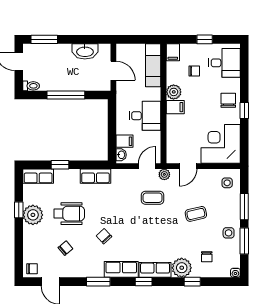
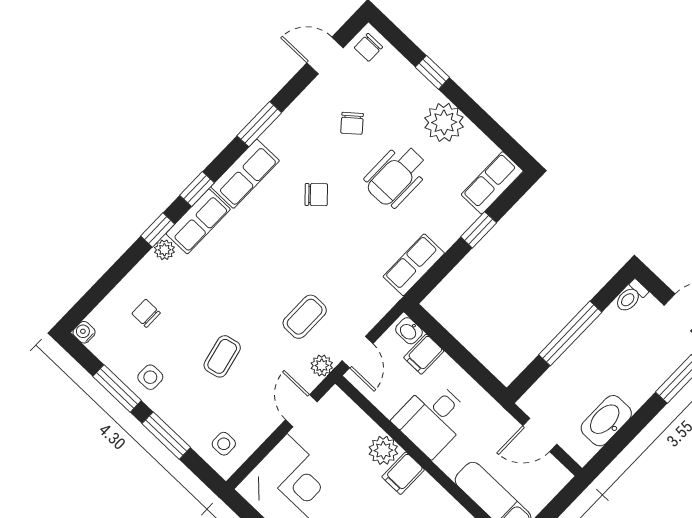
plant: (174, 92) -> (383, 450), moved
window: (19, 210) -> (432, 72), moved
plant: (182, 268) -> (164, 250), width x0.53, depth x0.53
window: (192, 282) -> (158, 230), moved

